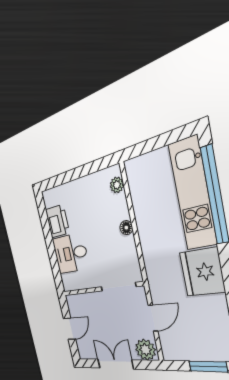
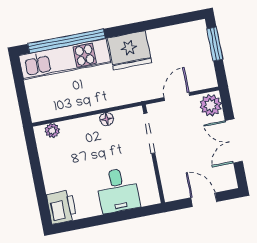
printer: (57, 221) -> (61, 207), moved, turned 90
floor lamp: (126, 228) -> (107, 119), moved
door: (153, 318) -> (177, 97), hinge flipped

